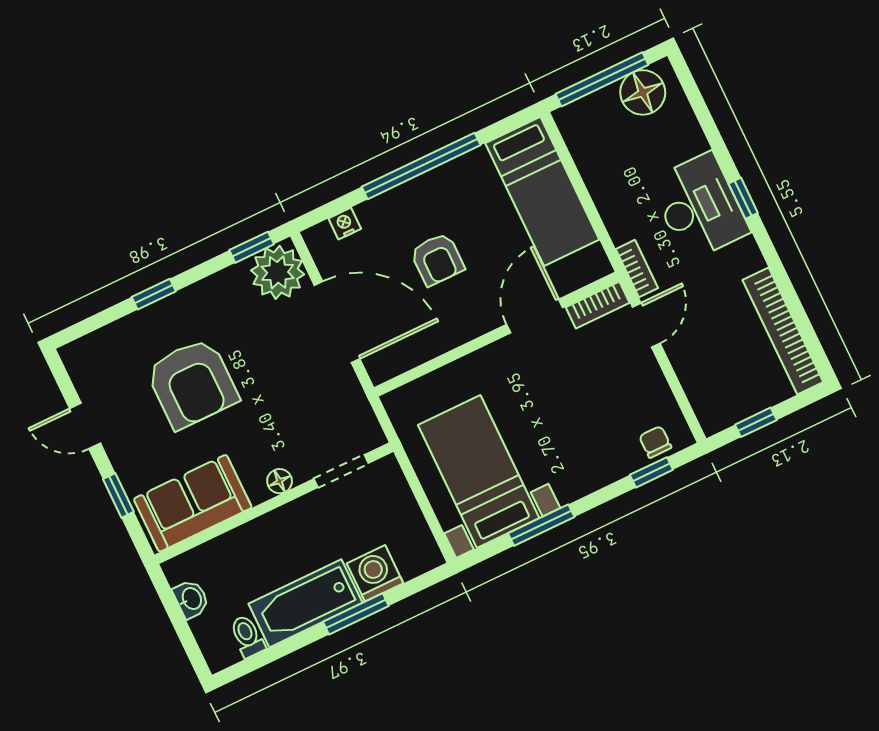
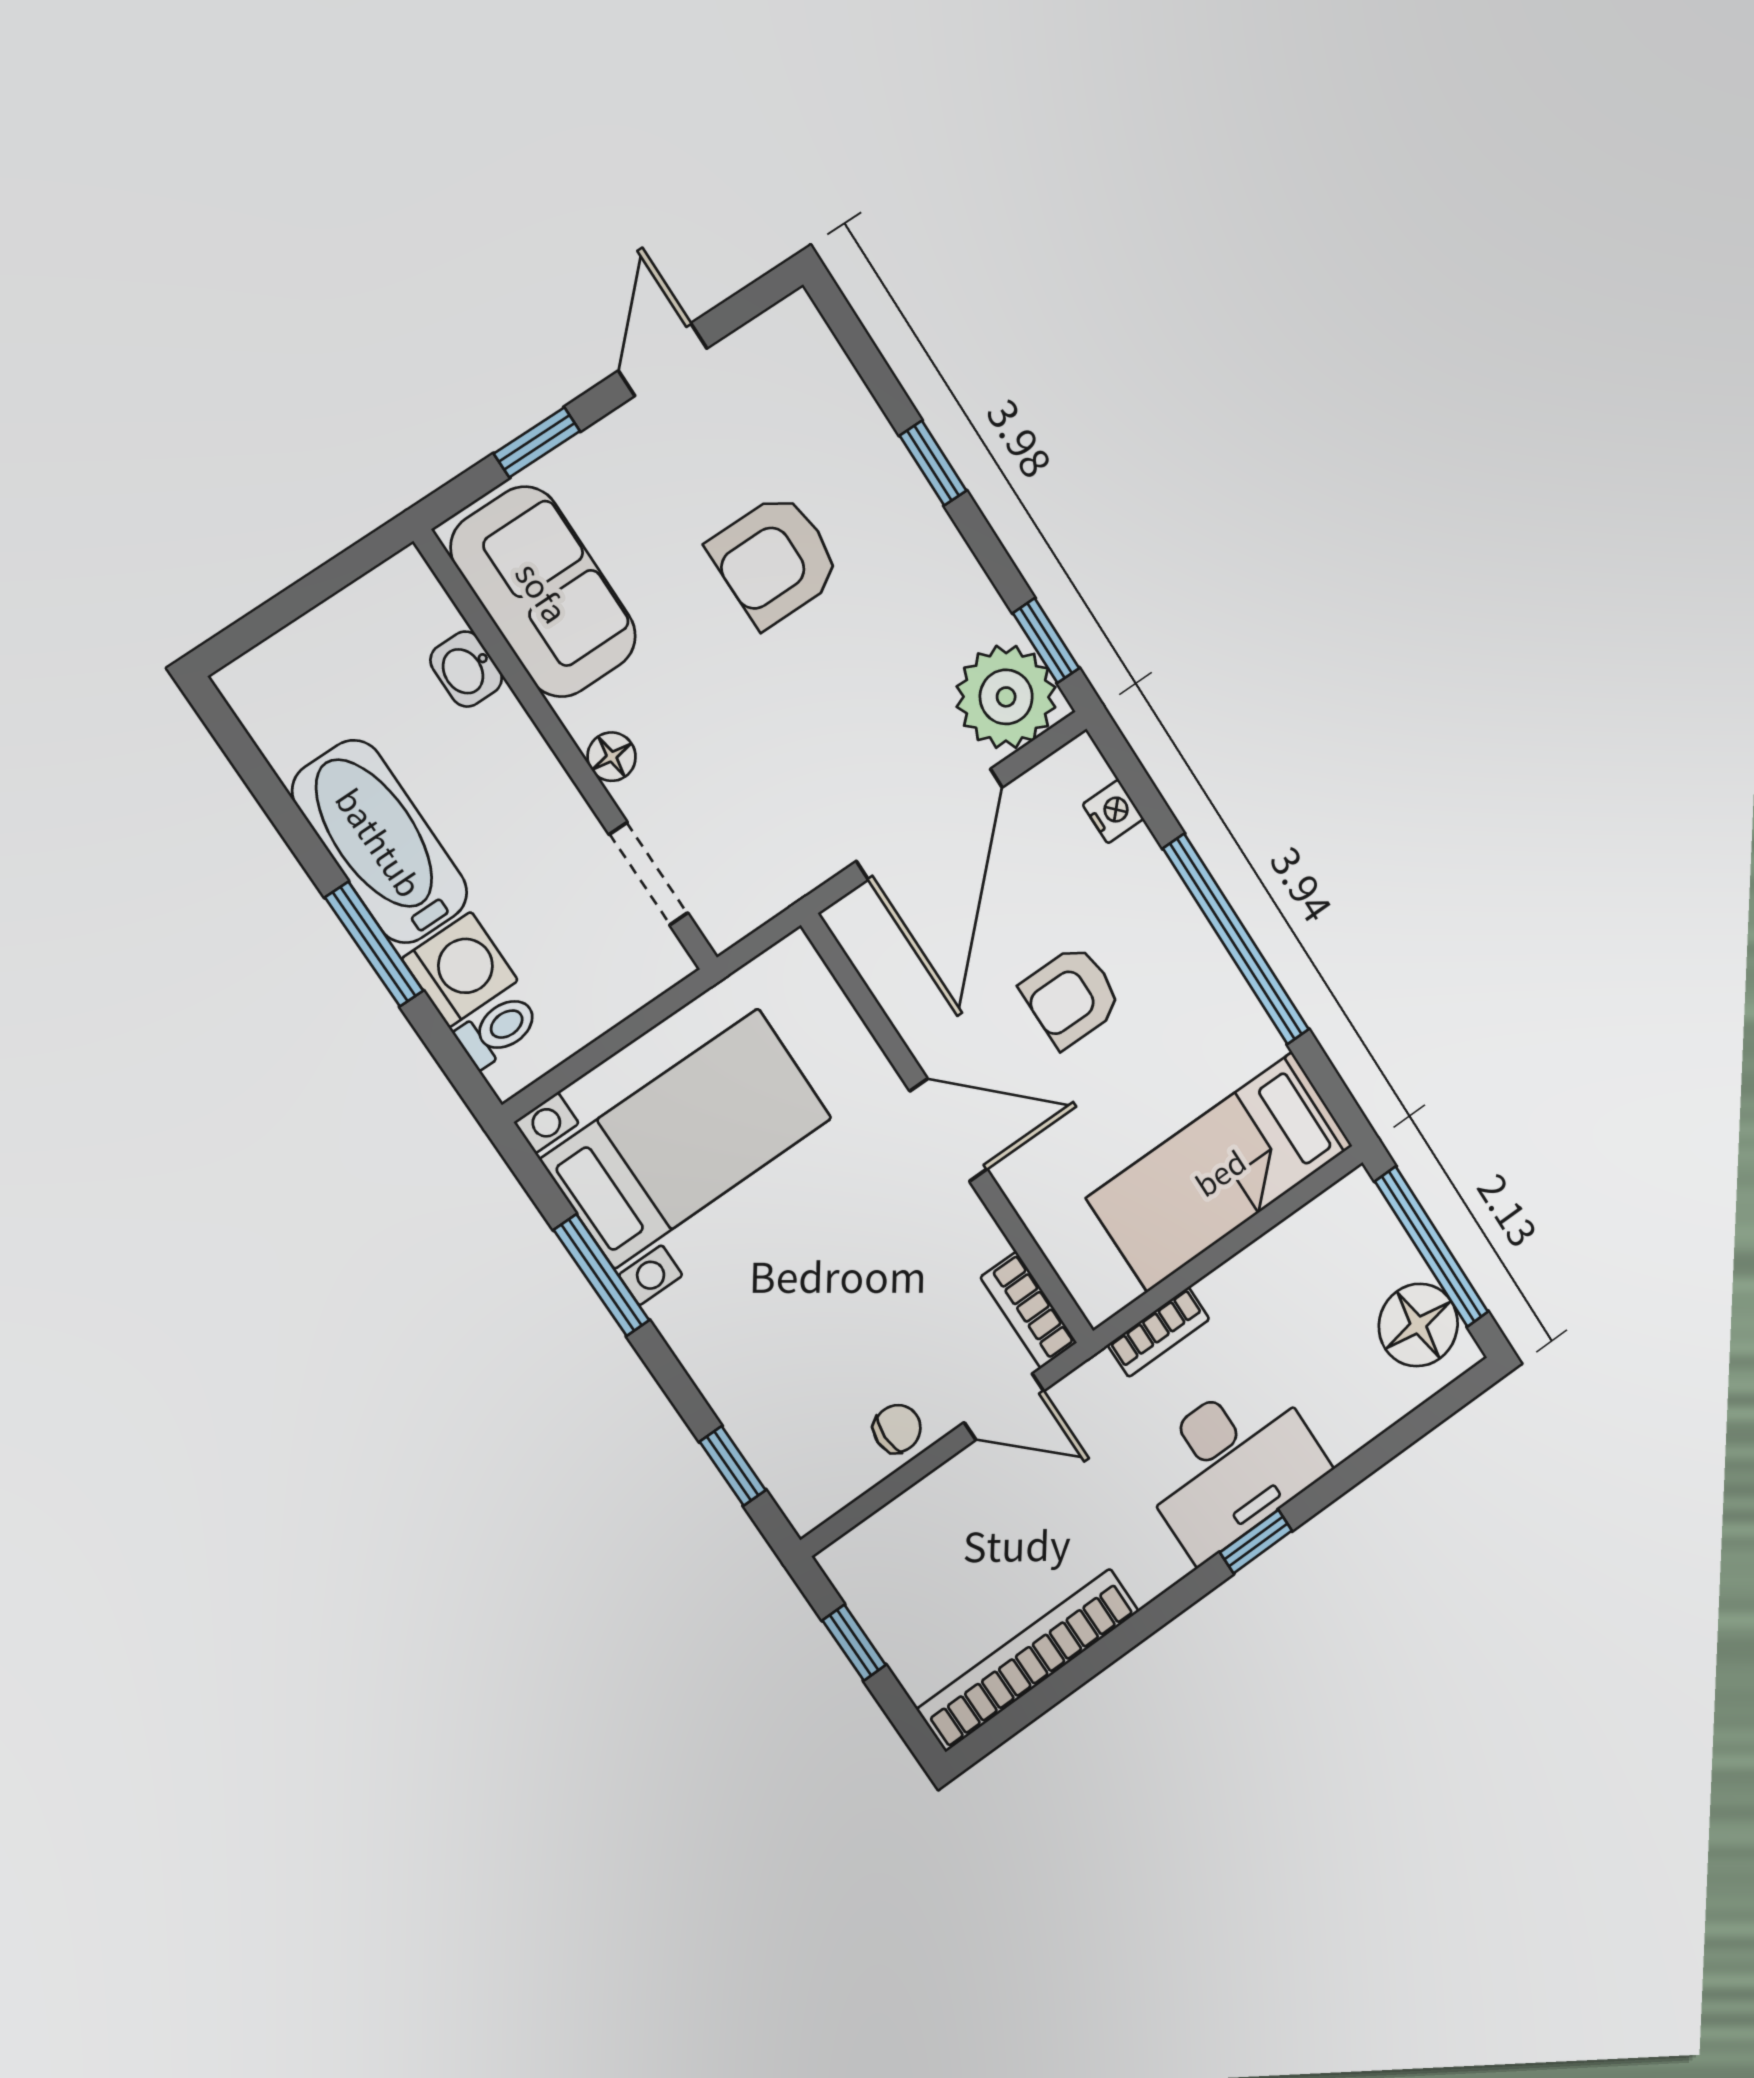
bookcase: (637, 269) -> (1159, 1332), moved
door: (535, 316) -> (949, 1130), moved
armchair: (192, 383) -> (775, 560), width x0.73, depth x0.73
chair: (655, 442) -> (897, 1429), moved
washbasin: (191, 599) -> (466, 669), moved, turned 90
toilet: (247, 636) -> (498, 1030), moved

